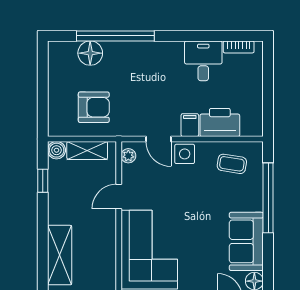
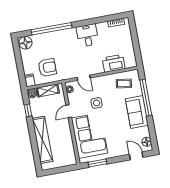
floor lamp: (90, 53) -> (25, 43), moved
desk: (203, 61) -> (87, 35), moved
filing cabinet: (190, 125) -> (30, 80), moved
side table: (185, 154) -> (97, 103), moved
sofa: (246, 241) -> (137, 112), moved
shelving: (60, 255) -> (42, 140), width x1.47

